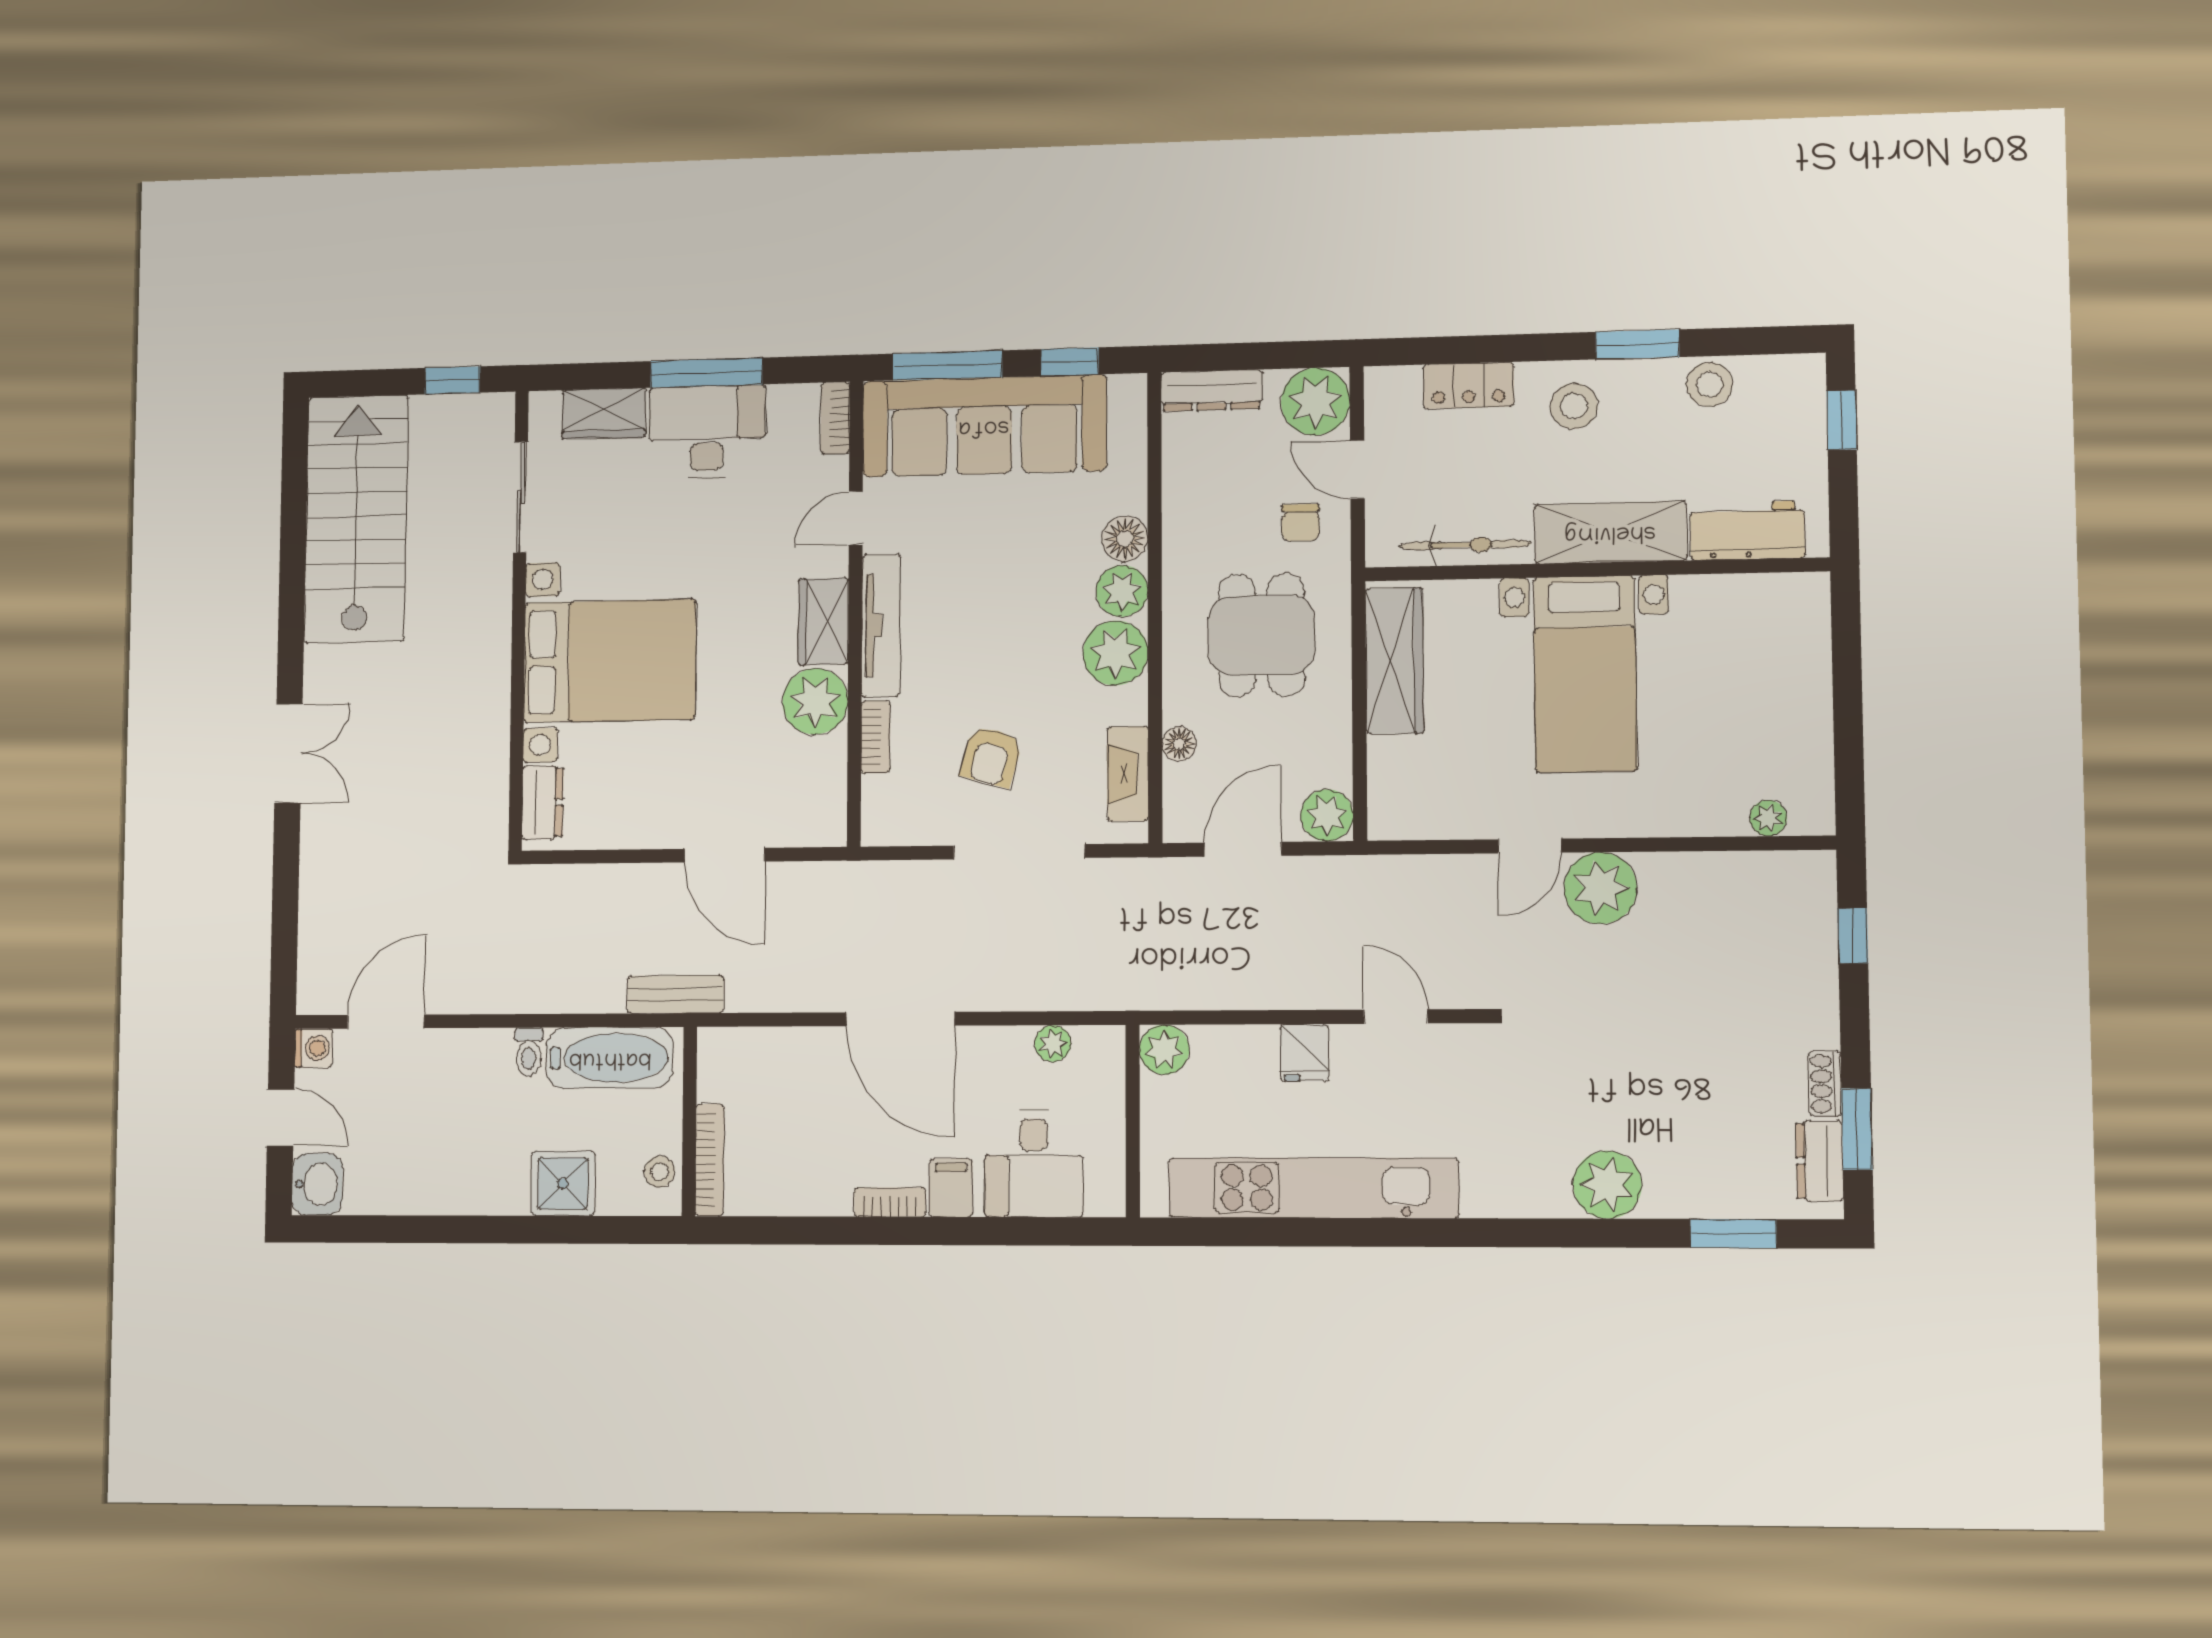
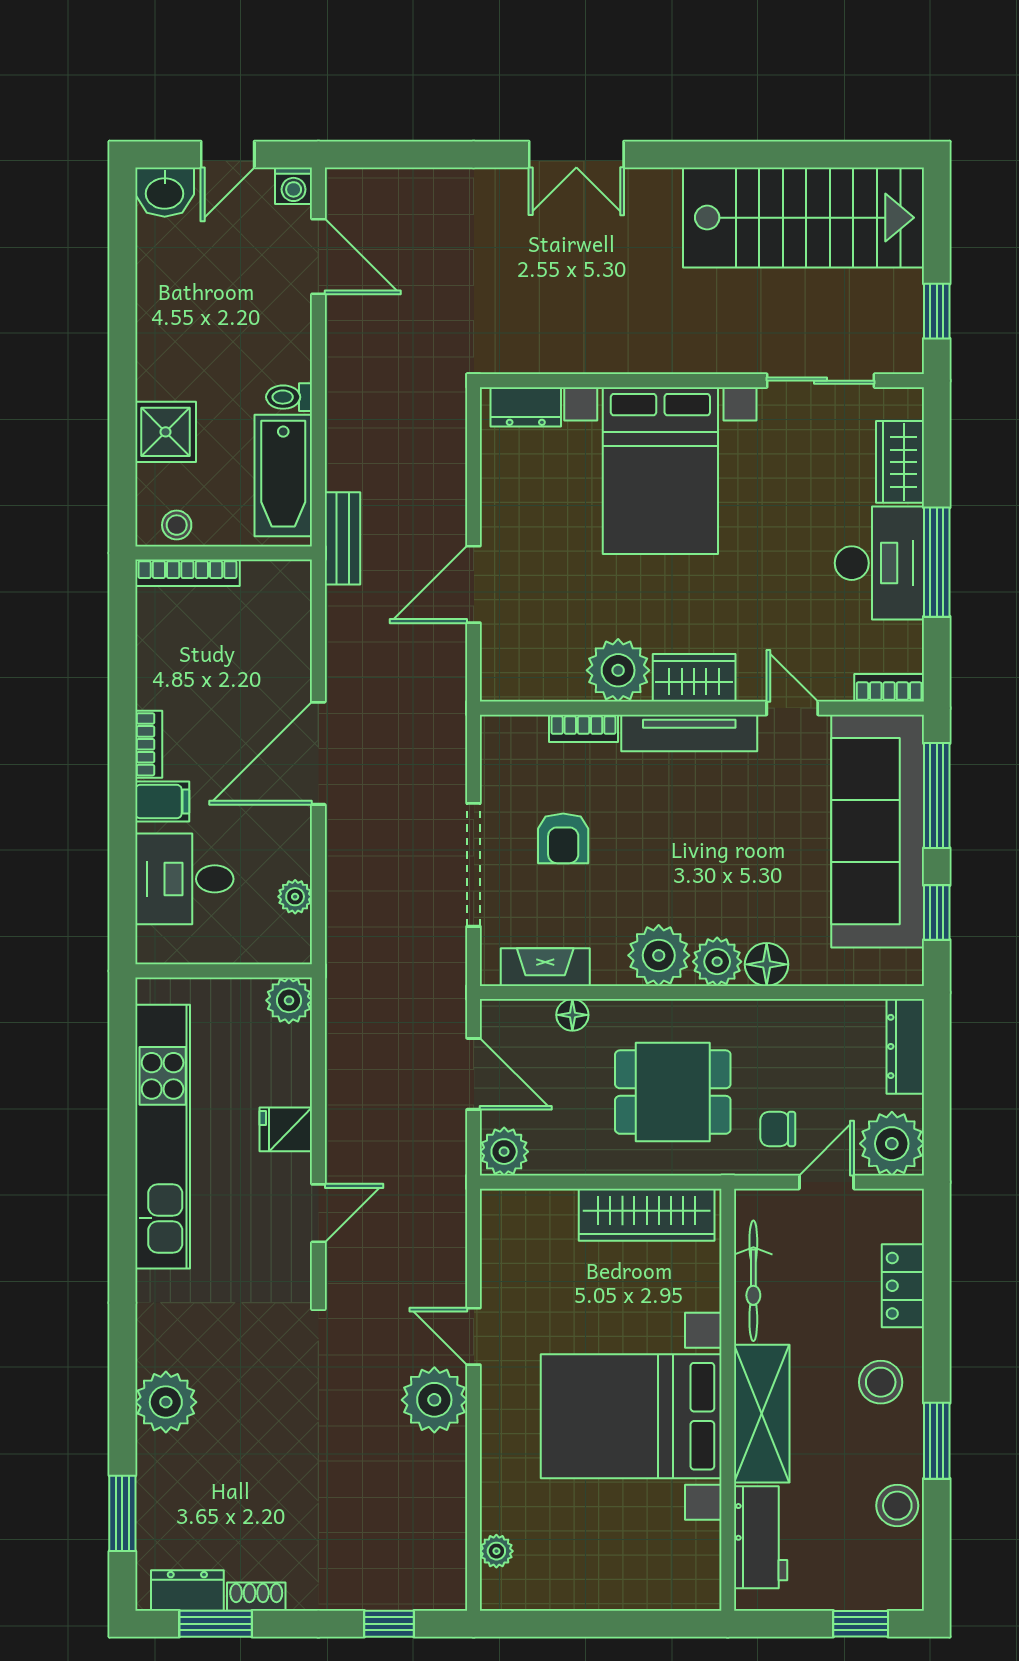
bed with nightstands: (1585, 674) -> (631, 1416), width x1.36
armchair: (991, 757) -> (563, 838), turned -106

